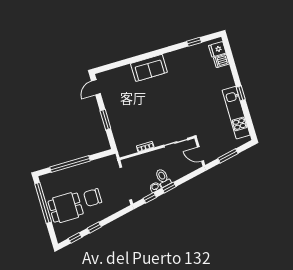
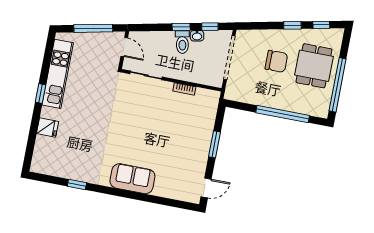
window: (194, 42) -> (77, 184), moved
fridge: (217, 49) -> (48, 128), moved
dishwasher: (221, 61) -> (44, 143), removed
window: (228, 156) -> (93, 28), width x1.44
dining table: (66, 208) -> (314, 66), turned 90

